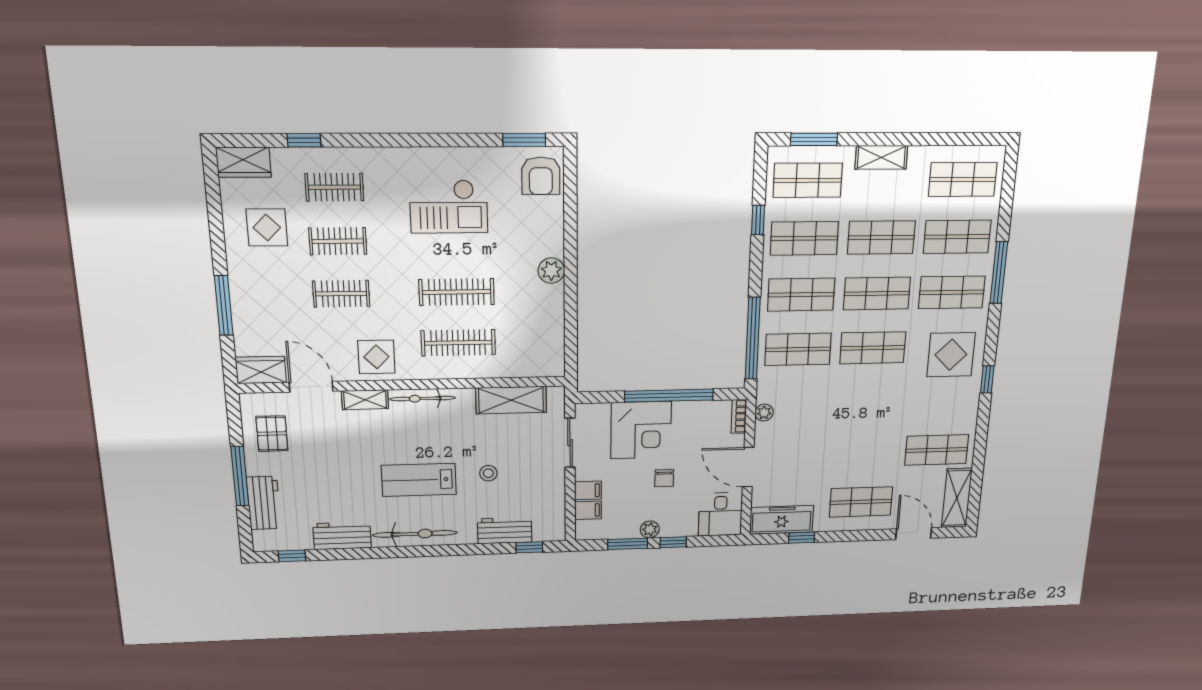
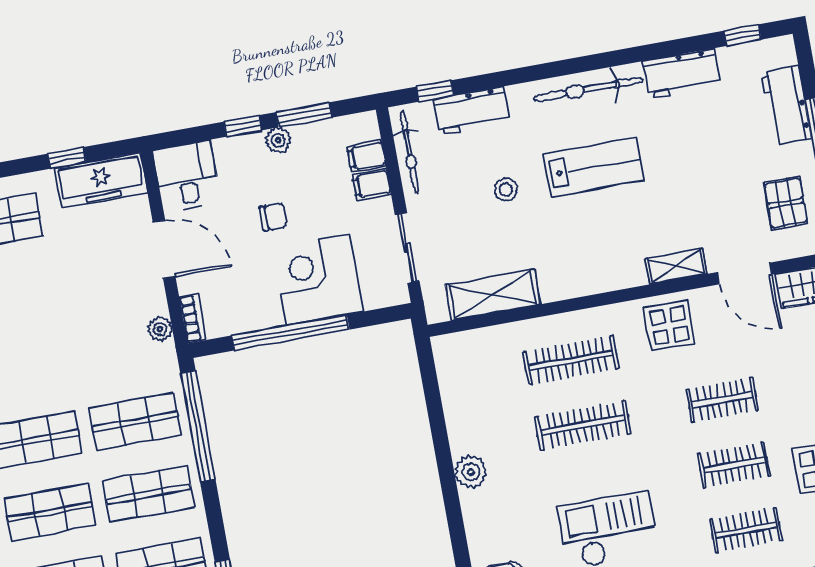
bicycle: (423, 399) -> (409, 152), moved, turned 90
chair: (664, 478) -> (274, 217), turned 90

